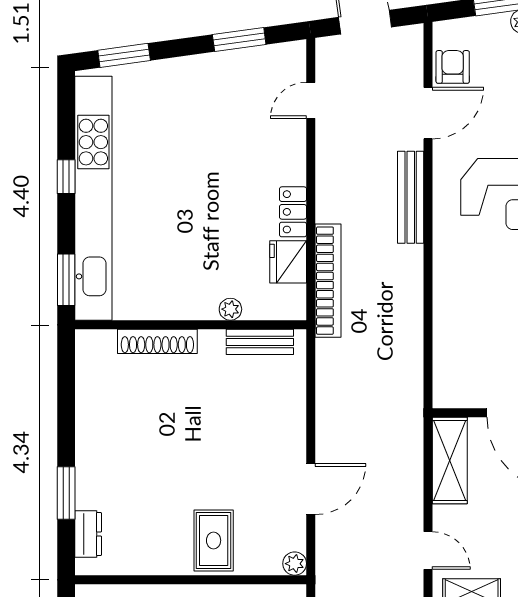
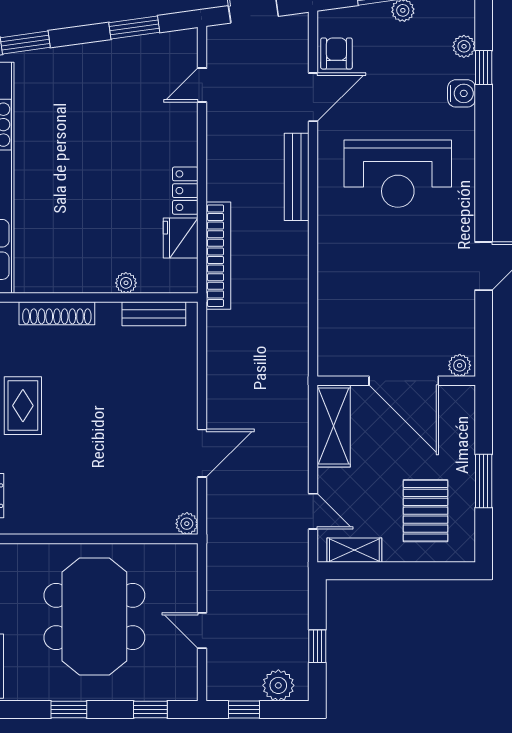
rug: (214, 540) -> (23, 406), moved

